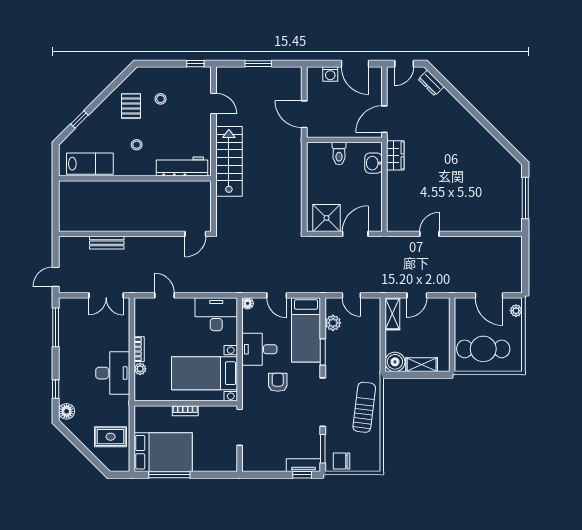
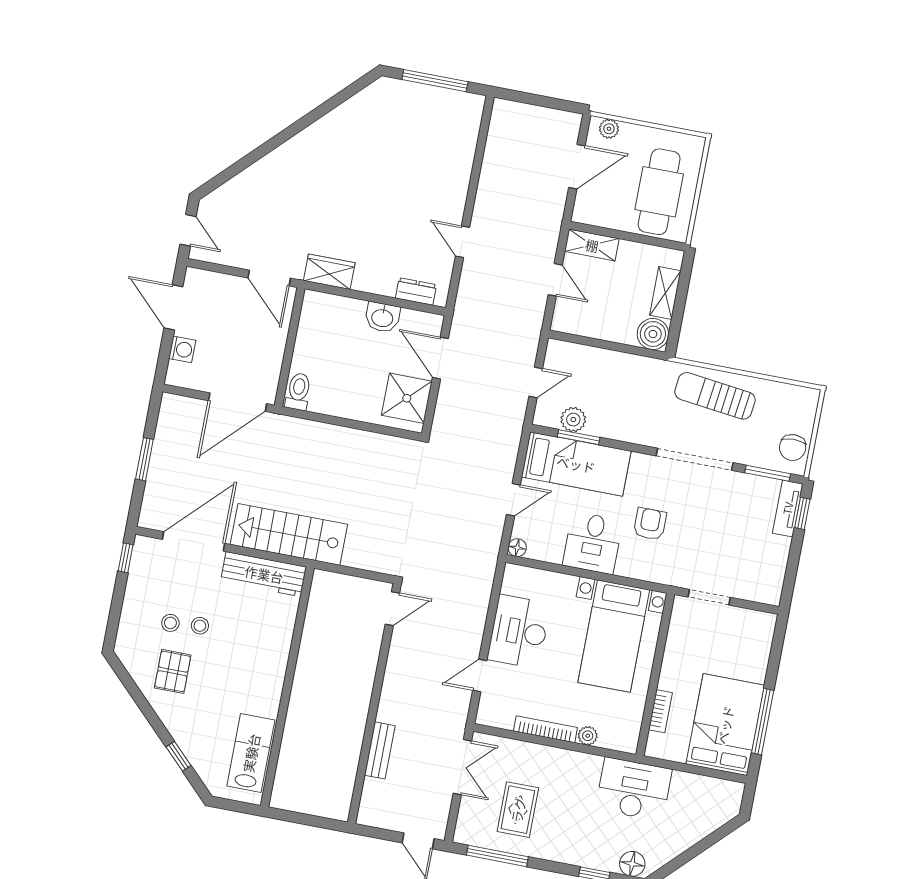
door: (355, 64) -> (173, 307), swing flipped
dresser: (431, 83) -> (416, 291), moved, turned -135
door: (213, 104) -> (193, 541), width x1.87
pallet: (131, 106) -> (173, 671), turned 90
door: (304, 114) -> (238, 402), width x1.36
stool: (137, 145) -> (200, 626), moved
toilet: (339, 154) -> (298, 392), moved, turned -90
washbasin: (373, 163) -> (382, 317), moved
workbench: (182, 166) -> (264, 574), moved, turned -90
door: (195, 234) -> (392, 609), hinge flipped
desk: (216, 314) -> (519, 632), moved
shelving: (392, 314) -> (592, 245), moved
bookcase: (139, 349) -> (545, 729), width x1.56
window: (323, 352) -> (579, 437), moved
desk: (113, 373) -> (634, 789), moved
armchair: (278, 382) -> (650, 524), turned 90
bookcase: (185, 411) -> (660, 711), moved
doorway: (240, 427) -> (709, 597), width x0.73
rug: (111, 437) -> (518, 810), moved

